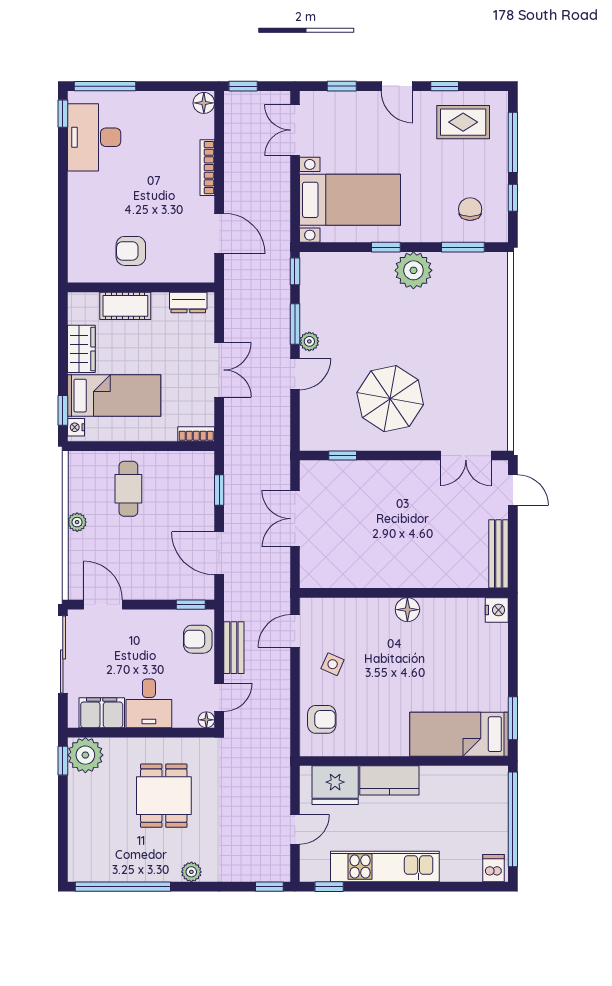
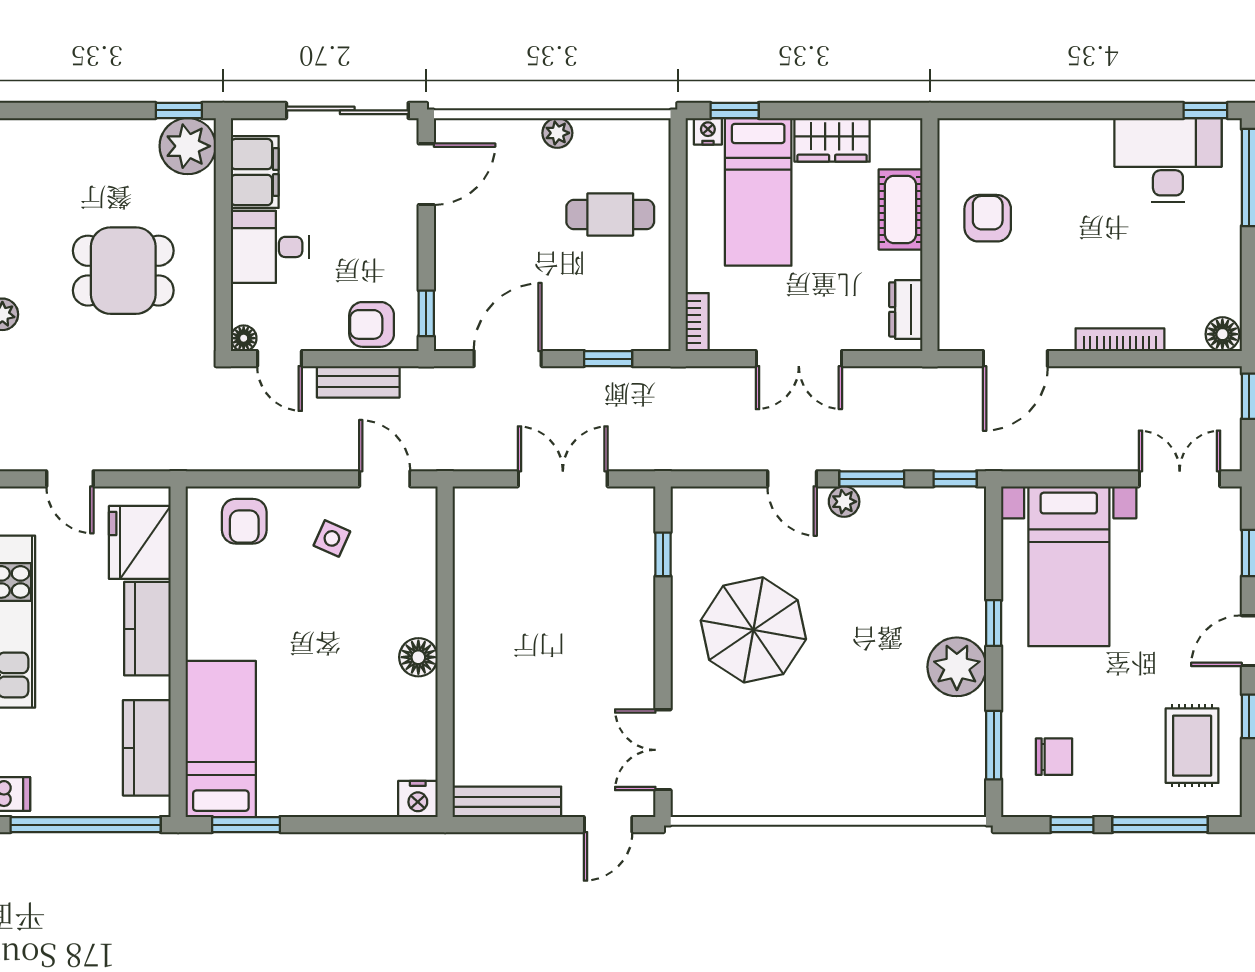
armchair: (198, 639) -> (372, 324), turned -90
kitchen counter: (465, 781) -> (147, 748), added

